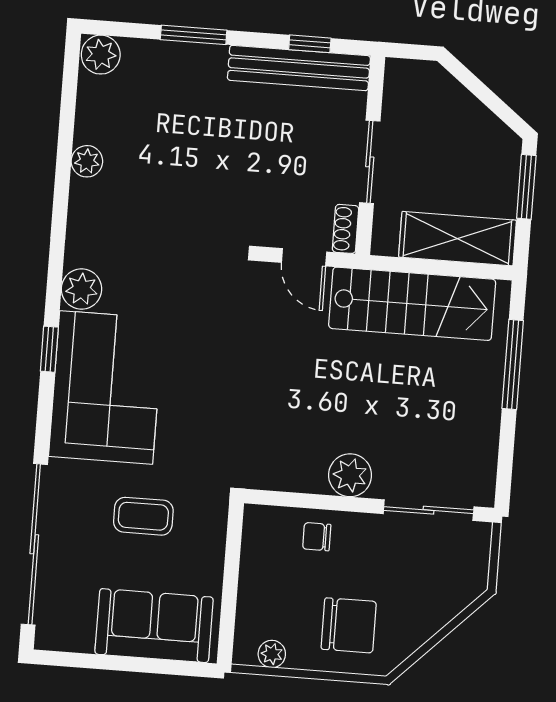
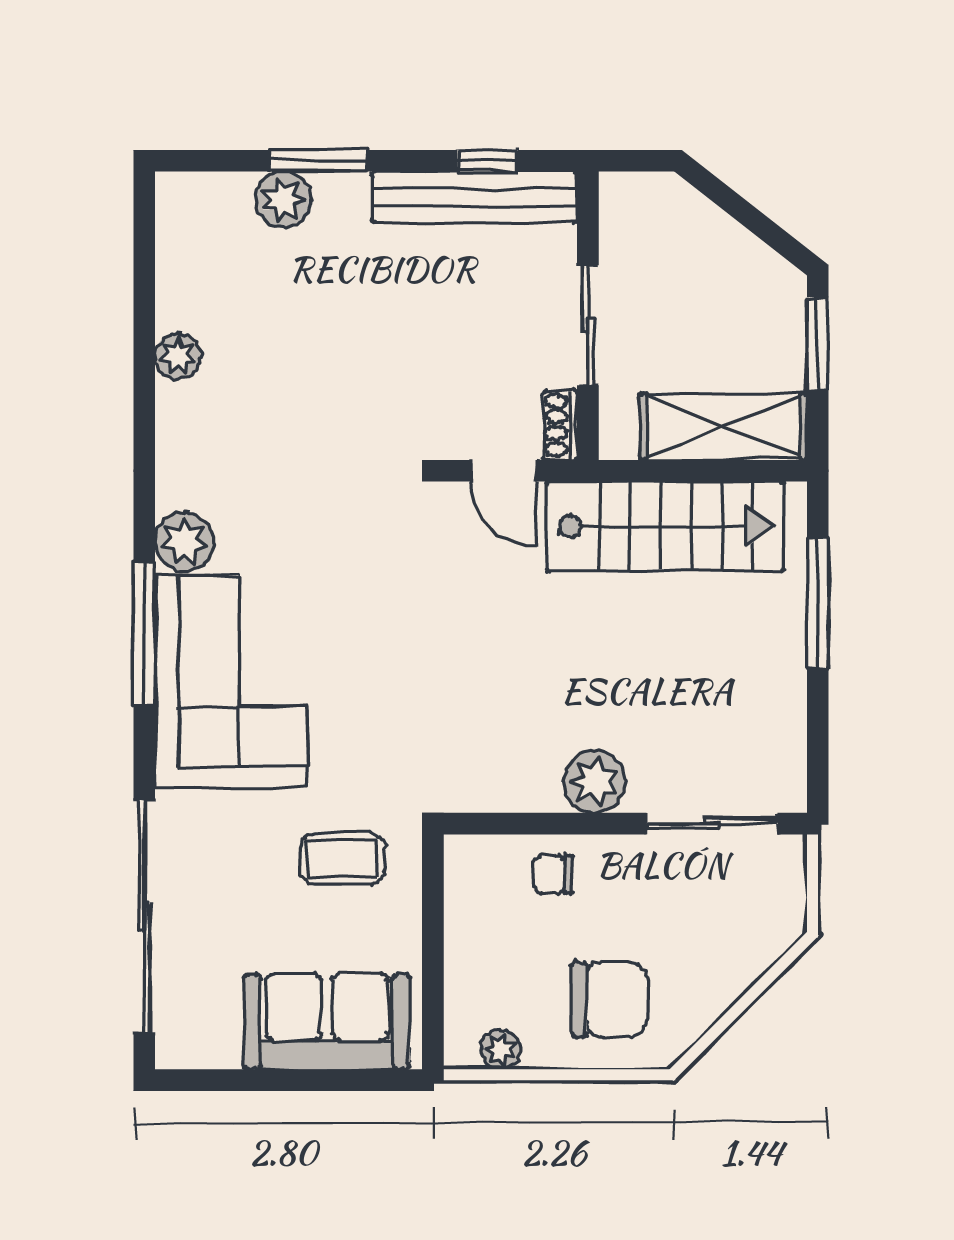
plant: (101, 55) -> (283, 200), moved
window: (49, 349) -> (144, 633), width x2.17
coffee table: (143, 516) -> (342, 859), moved

